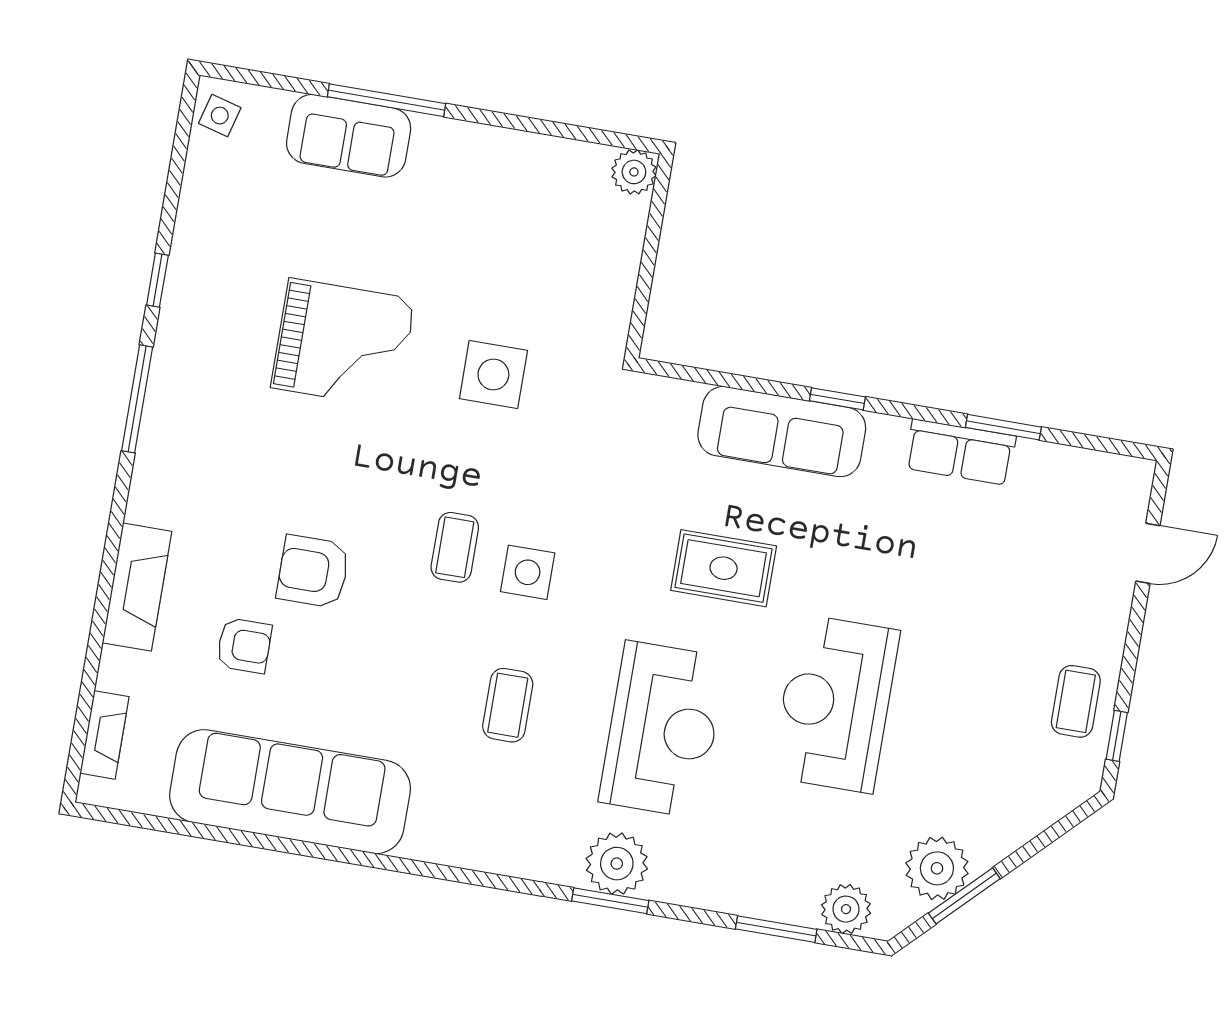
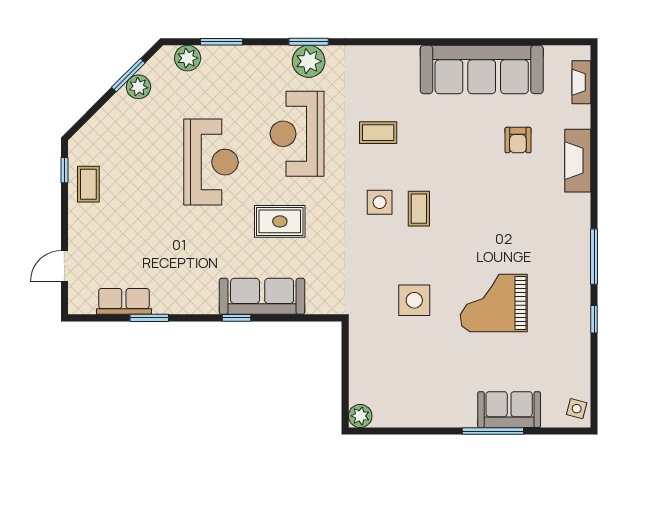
row of seats: (960, 452) -> (124, 301), moved
armchair: (313, 571) -> (489, 184), removed
armchair: (244, 645) -> (518, 140), turned -90
coffee table: (508, 705) -> (378, 133), turned 90
plant: (937, 868) -> (138, 87), width x0.73, depth x0.73

